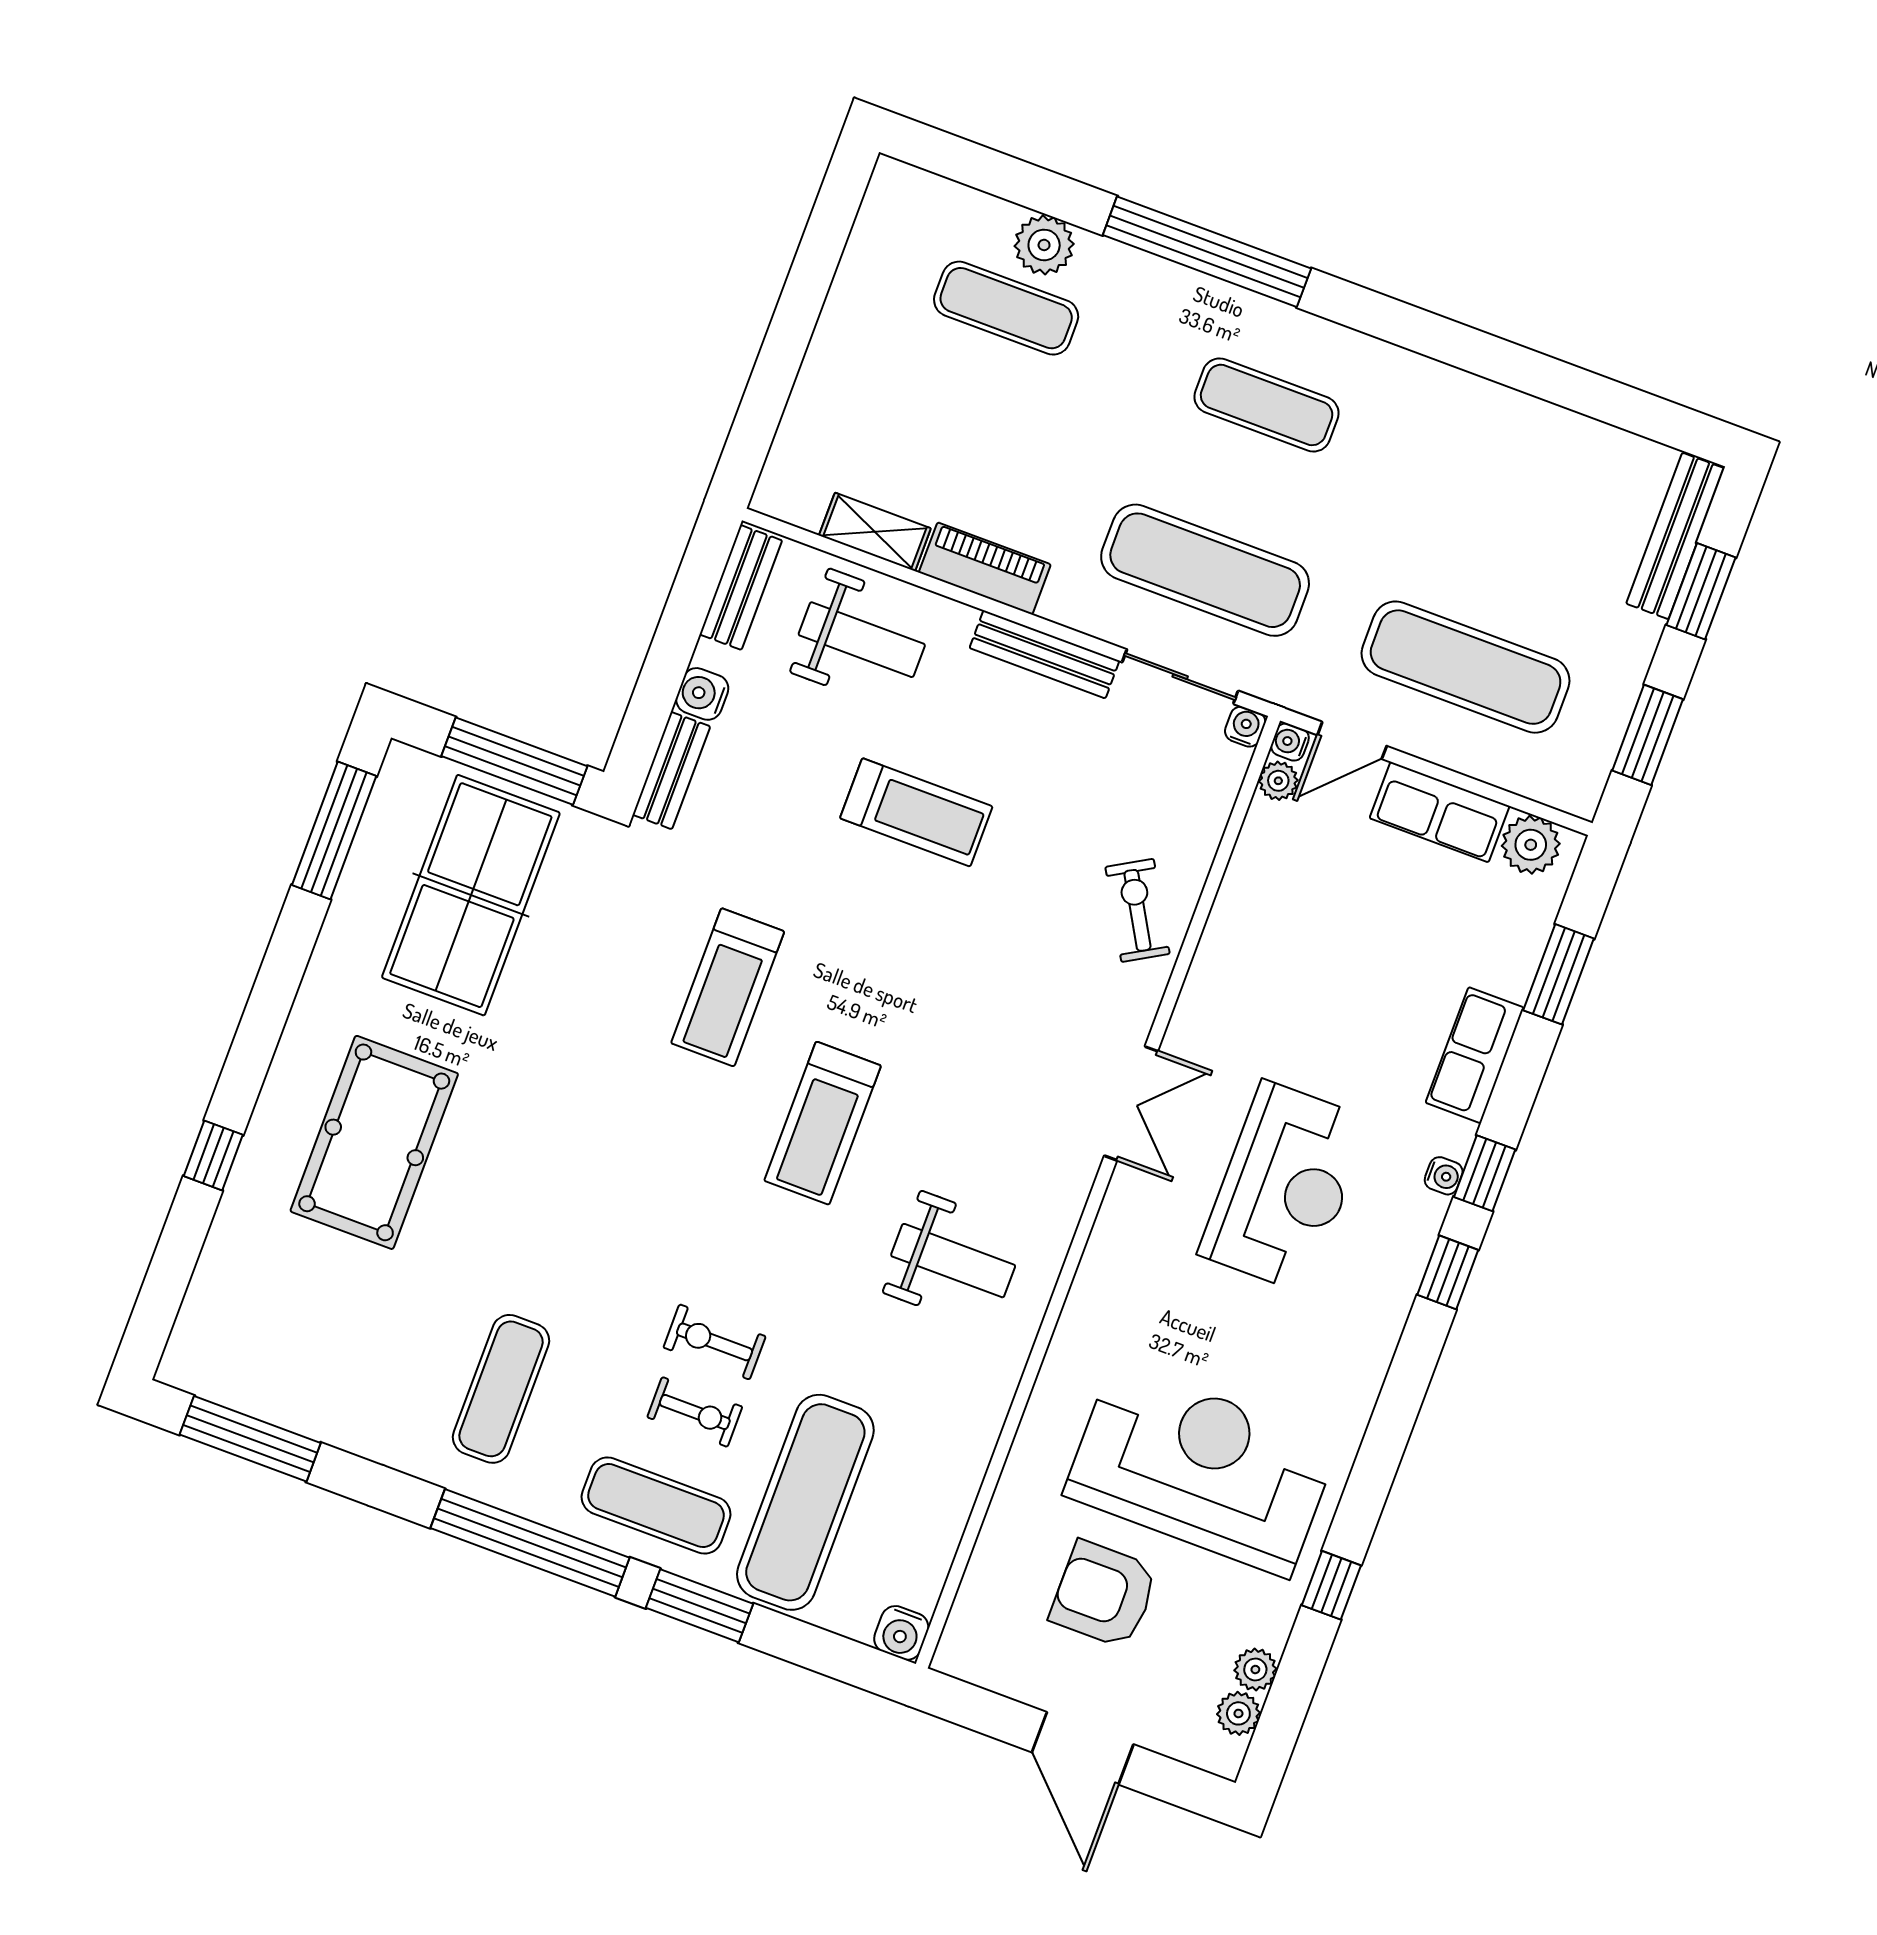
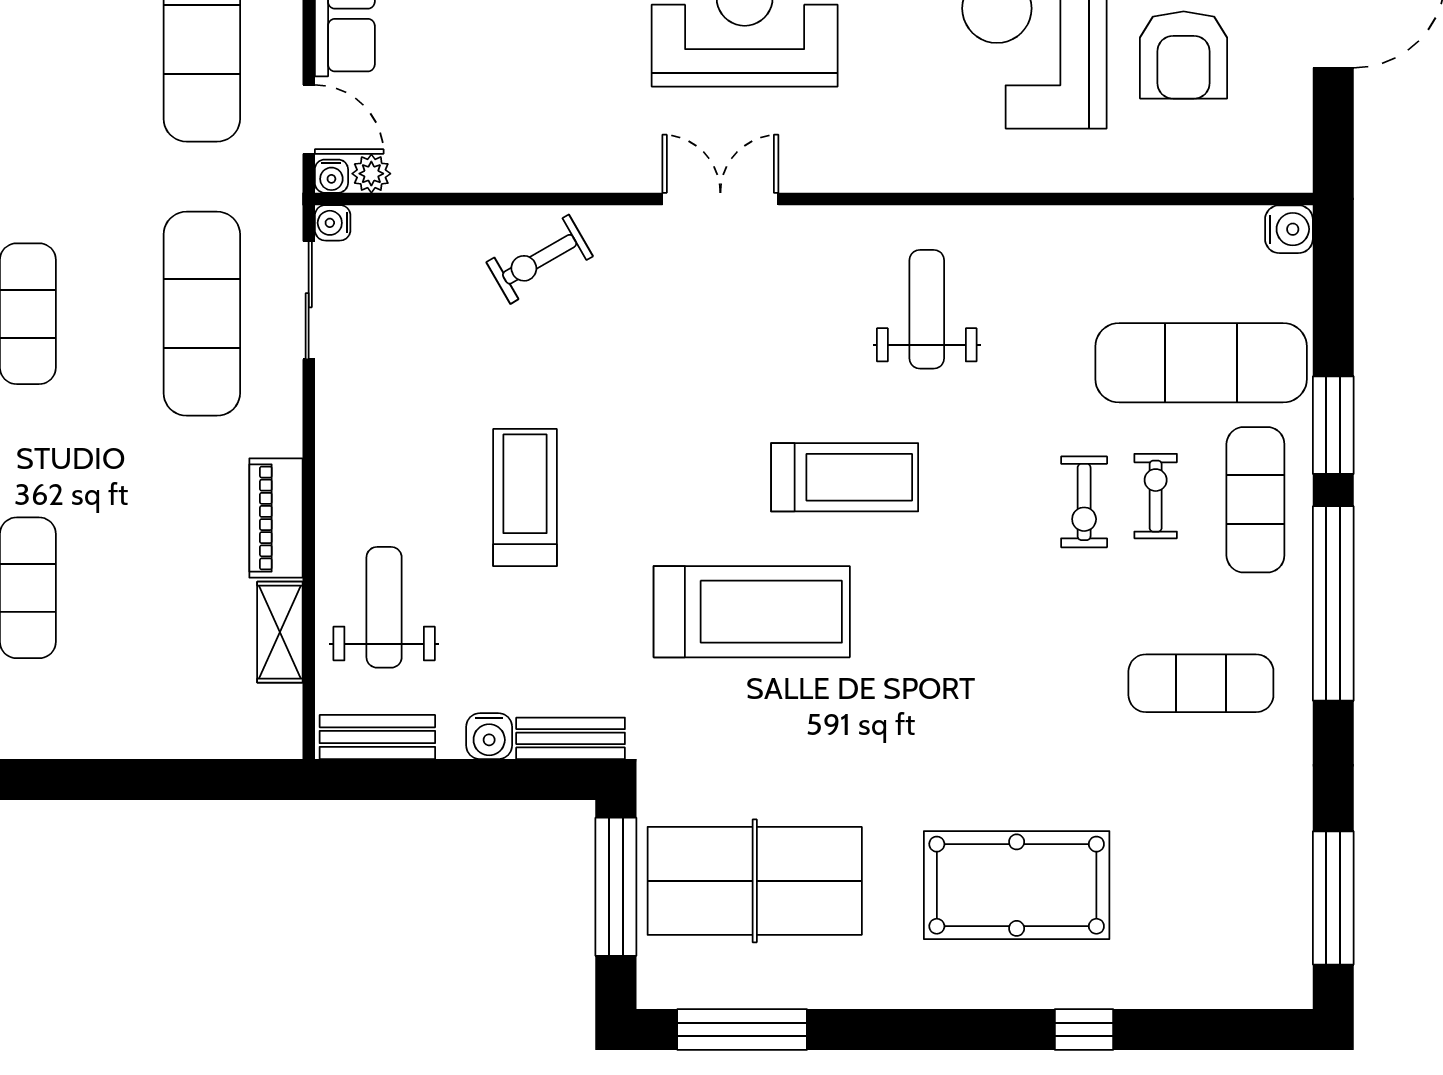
bench: (1044, 654) -> (335, 433), removed
treadmill: (728, 987) -> (752, 612), width x1.37, depth x1.38

